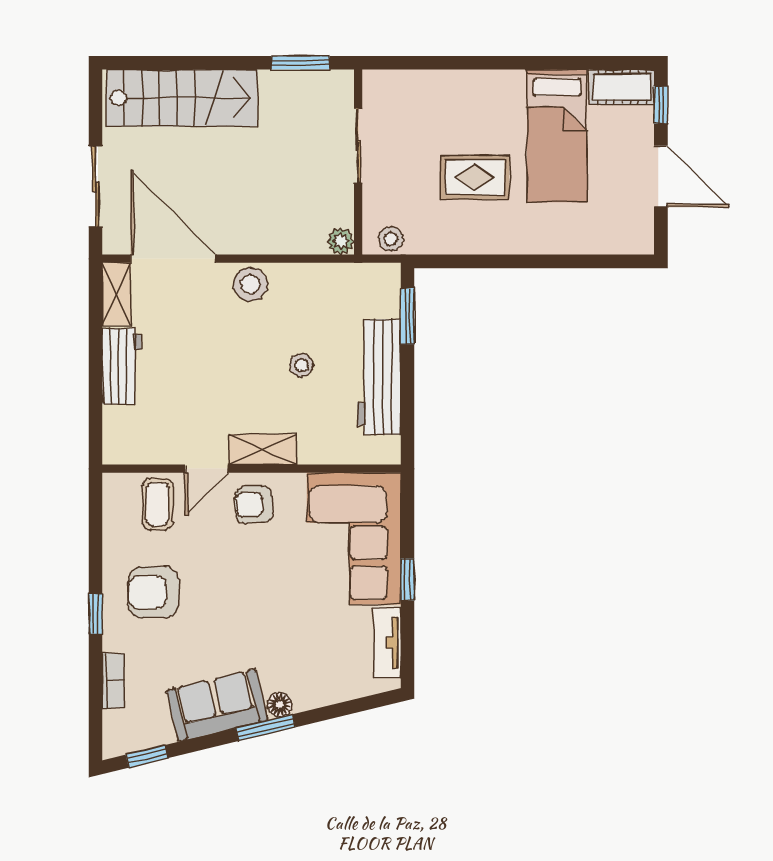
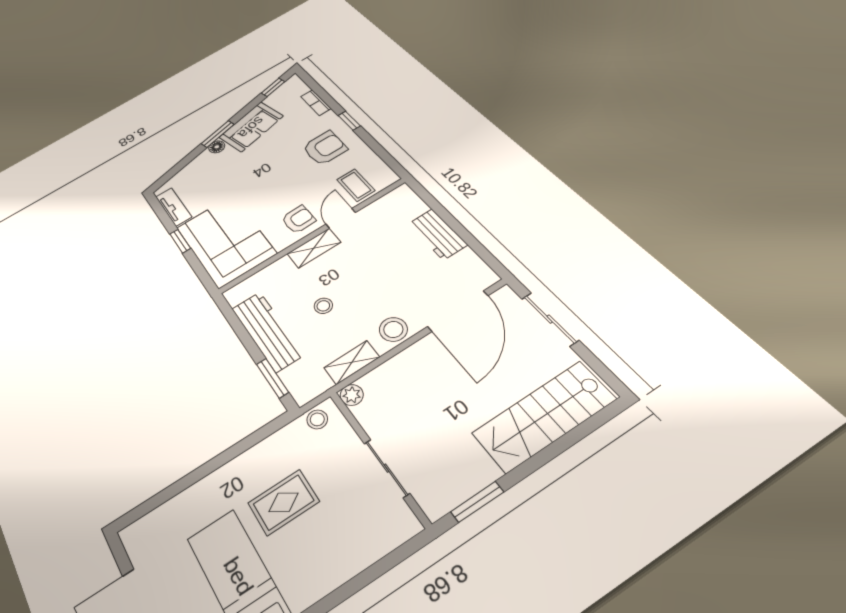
door: (173, 259) -> (458, 311), hinge flipped
shelving: (116, 294) -> (352, 362), moved, turned 90

